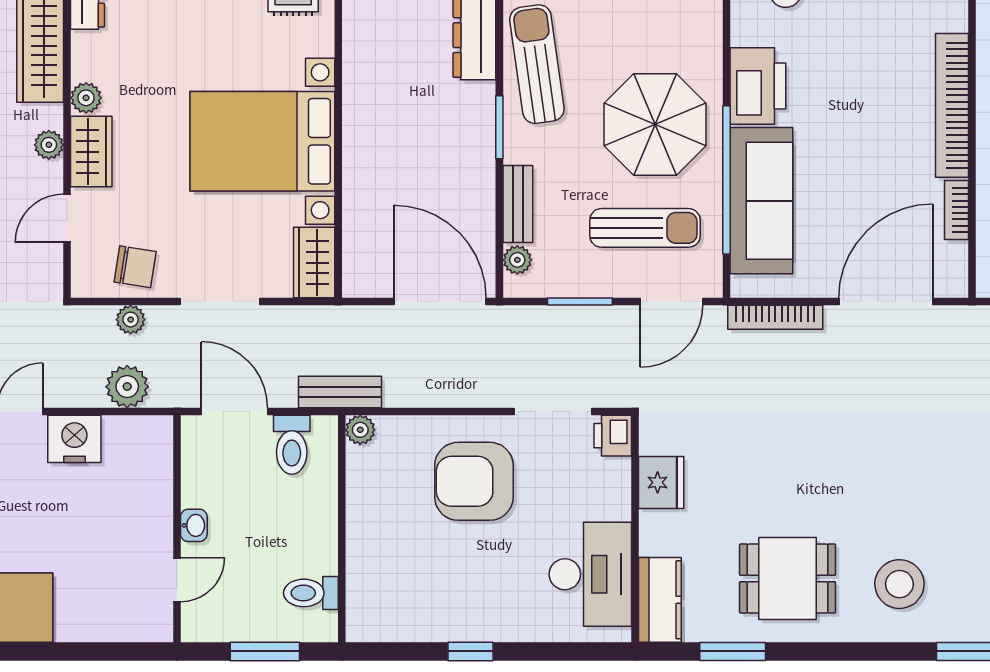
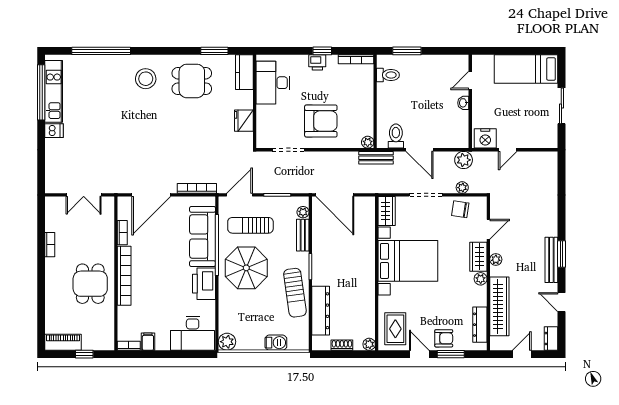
printer: (613, 436) -> (317, 62), moved, turned 90
washbasin: (194, 525) -> (463, 103), moved
wall: (177, 529) -> (470, 101), moved
door: (177, 580) -> (470, 81), moved
bookcase: (389, 631) -> (356, 59), added

